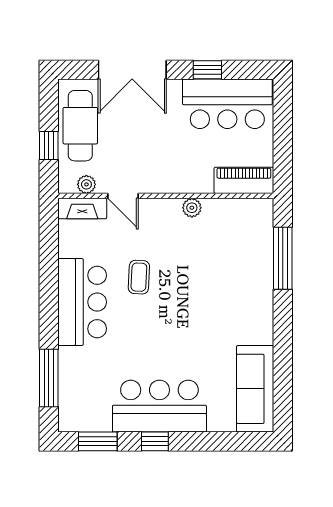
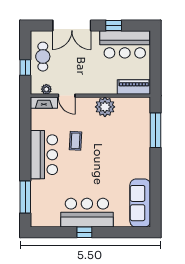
cafe table: (80, 126) -> (43, 57), width x0.73, depth x0.74
plant: (192, 208) -> (105, 107), width x1.87, depth x1.87
window: (98, 441) -> (53, 232), removed

